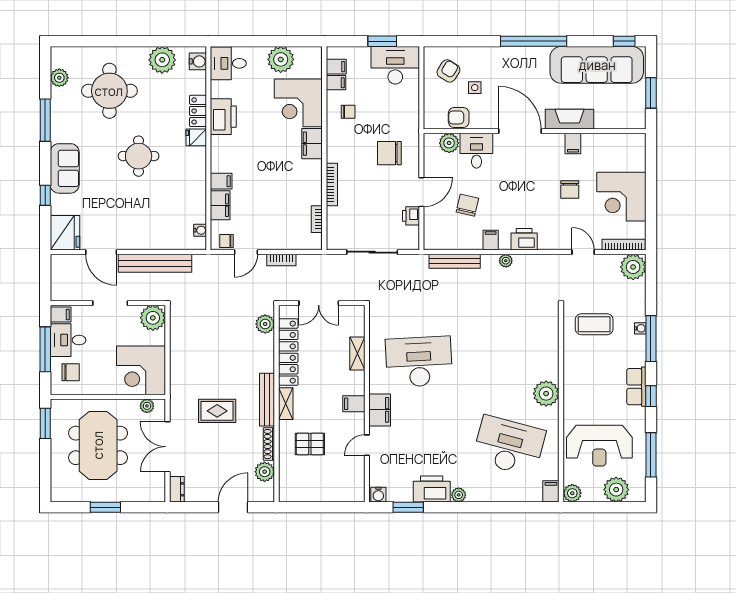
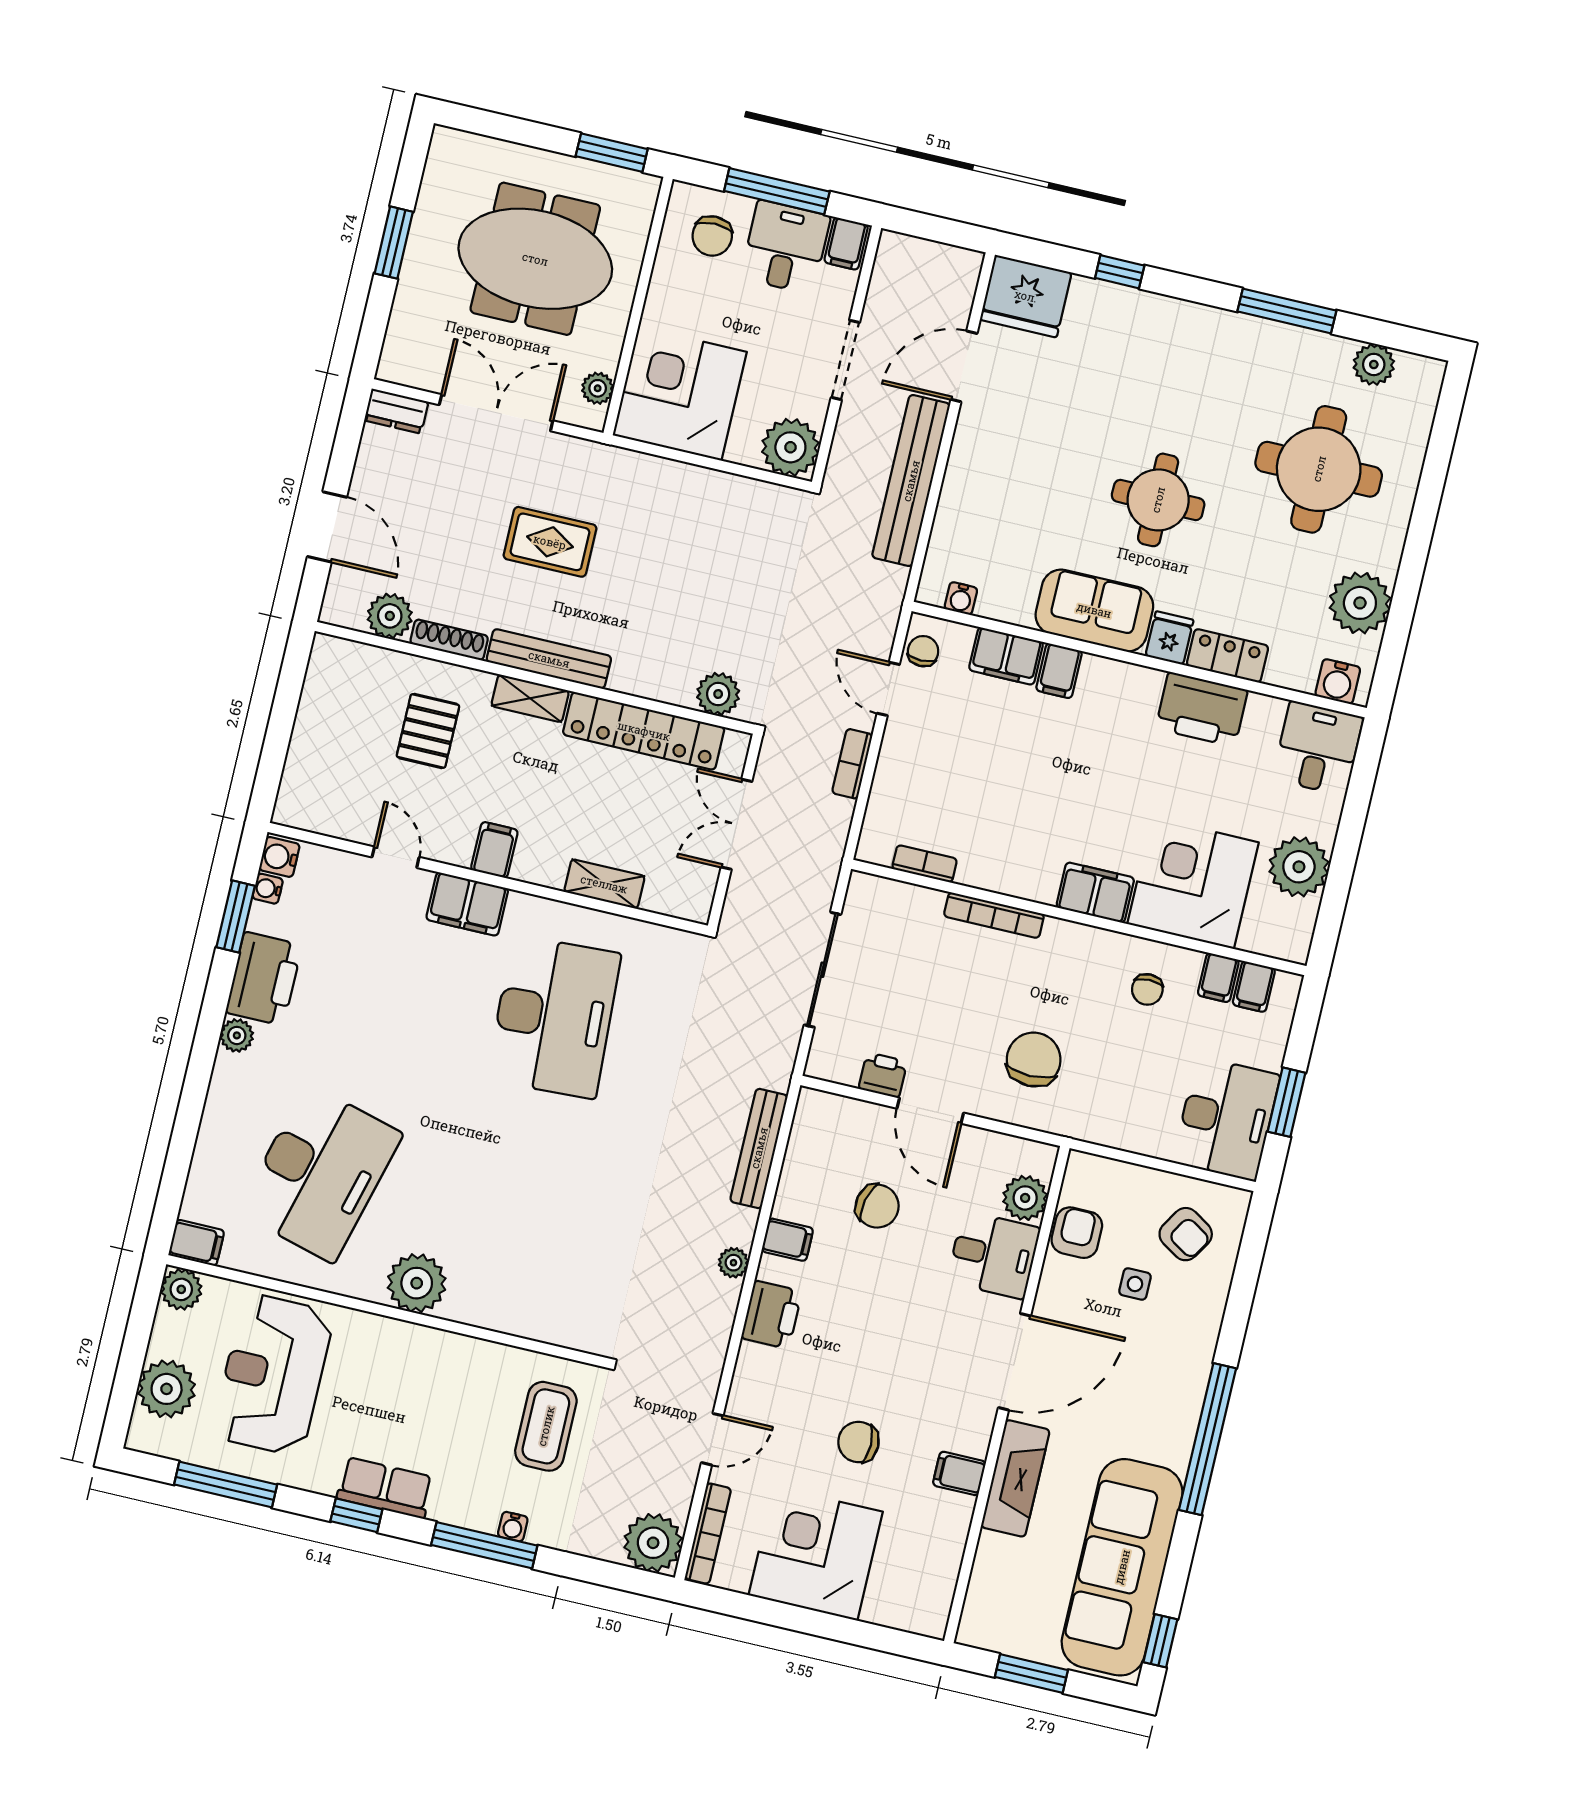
sofa: (65, 168) -> (1094, 610), moved, turned 180
rug: (217, 411) -> (550, 542), turned 90
water cooler: (393, 496) -> (268, 889), added

